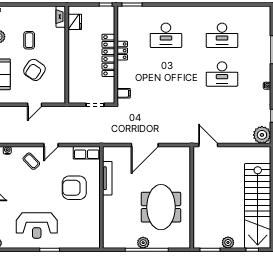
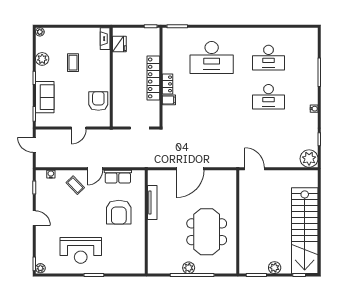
desk: (166, 35) -> (212, 58), width x1.36, depth x1.30
locker: (122, 51) -> (167, 84), moved
armchair: (34, 70) -> (98, 101), moved, turned 146
filing cabinet: (124, 93) -> (169, 100), moved
row of seats: (87, 153) -> (118, 177), moved
armchair: (74, 188) -> (119, 212), turned -90

